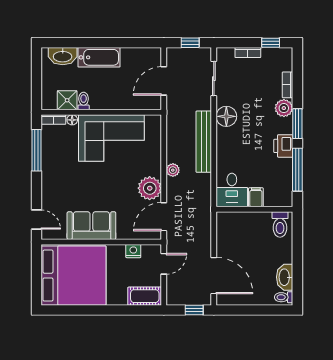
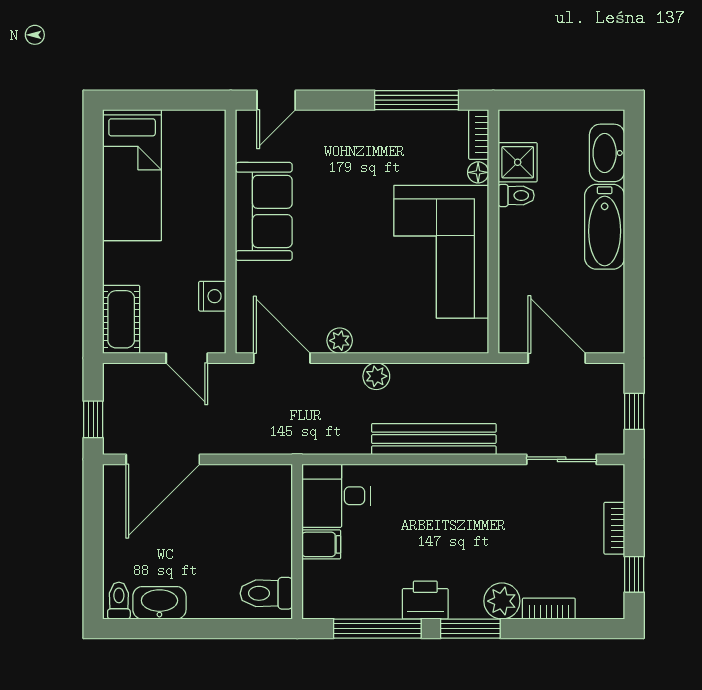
floor lamp: (226, 116) -> (485, 485), removed
plant: (150, 188) -> (340, 341), width x0.53, depth x0.53
bed: (73, 276) -> (132, 175), width x0.49

